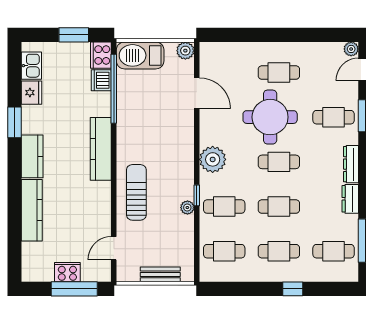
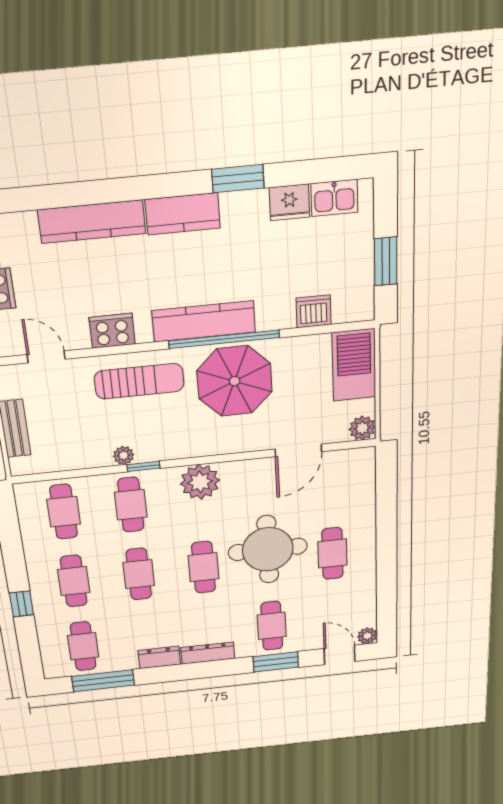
cooker: (101, 55) -> (112, 331), moved
window: (114, 89) -> (224, 339), moved
parasol: (143, 132) -> (235, 381), added

